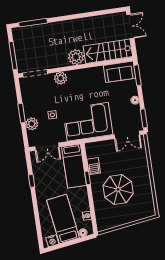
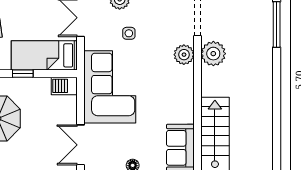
plant: (76, 57) -> (213, 54), moved
barbecue: (94, 166) -> (64, 86), moved

